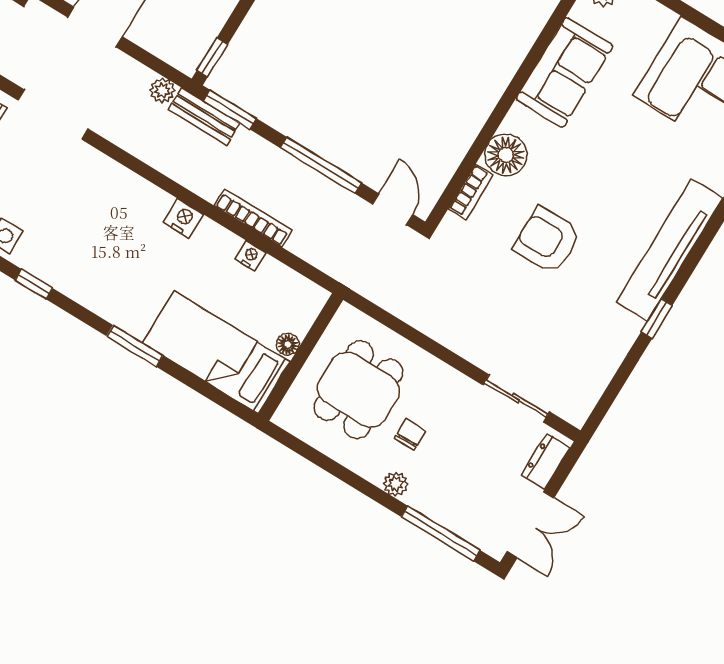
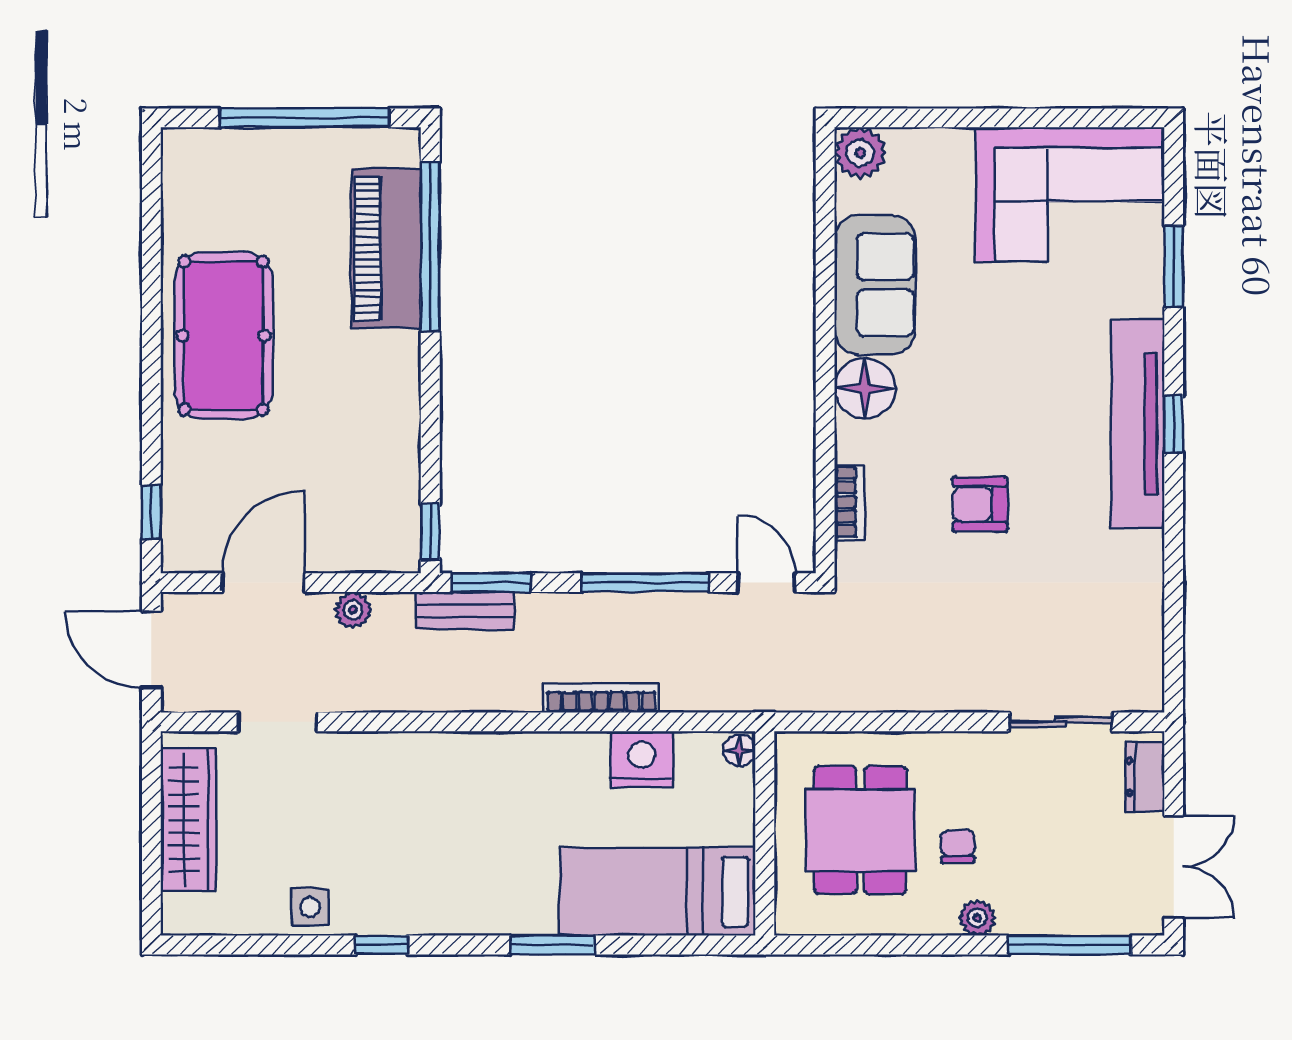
plant: (162, 90) -> (353, 610), moved
doorway: (53, 115) -> (277, 722), width x0.73
floor lamp: (506, 155) -> (865, 389), moved
nightstand: (184, 218) -> (516, 751), removed
armchair: (547, 240) -> (980, 504), width x0.72, depth x0.72
nightstand: (250, 256) -> (641, 759), width x1.89, depth x1.79
window: (657, 319) -> (1174, 424), moved
floor lamp: (288, 344) -> (739, 750), moved

